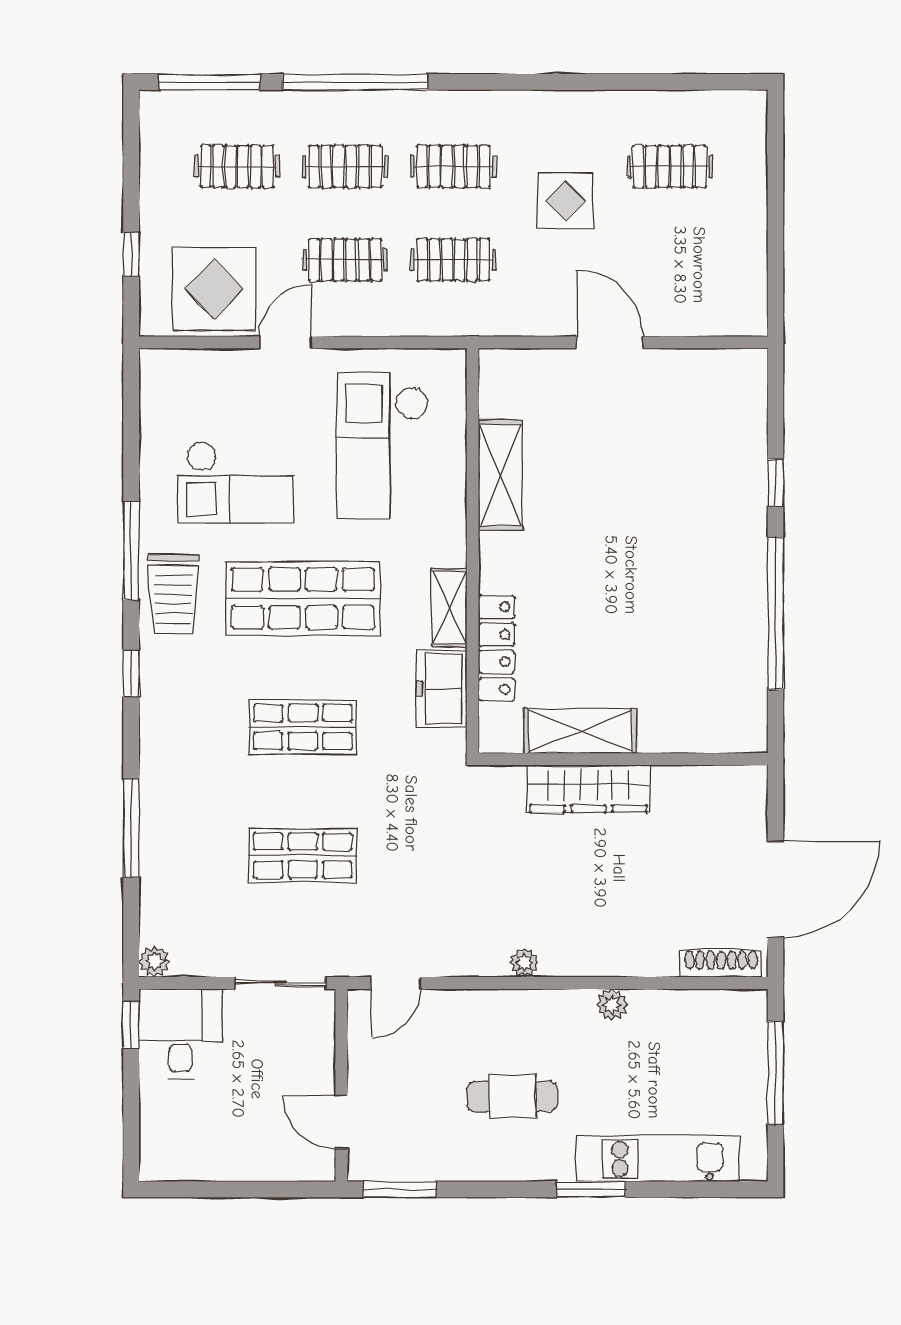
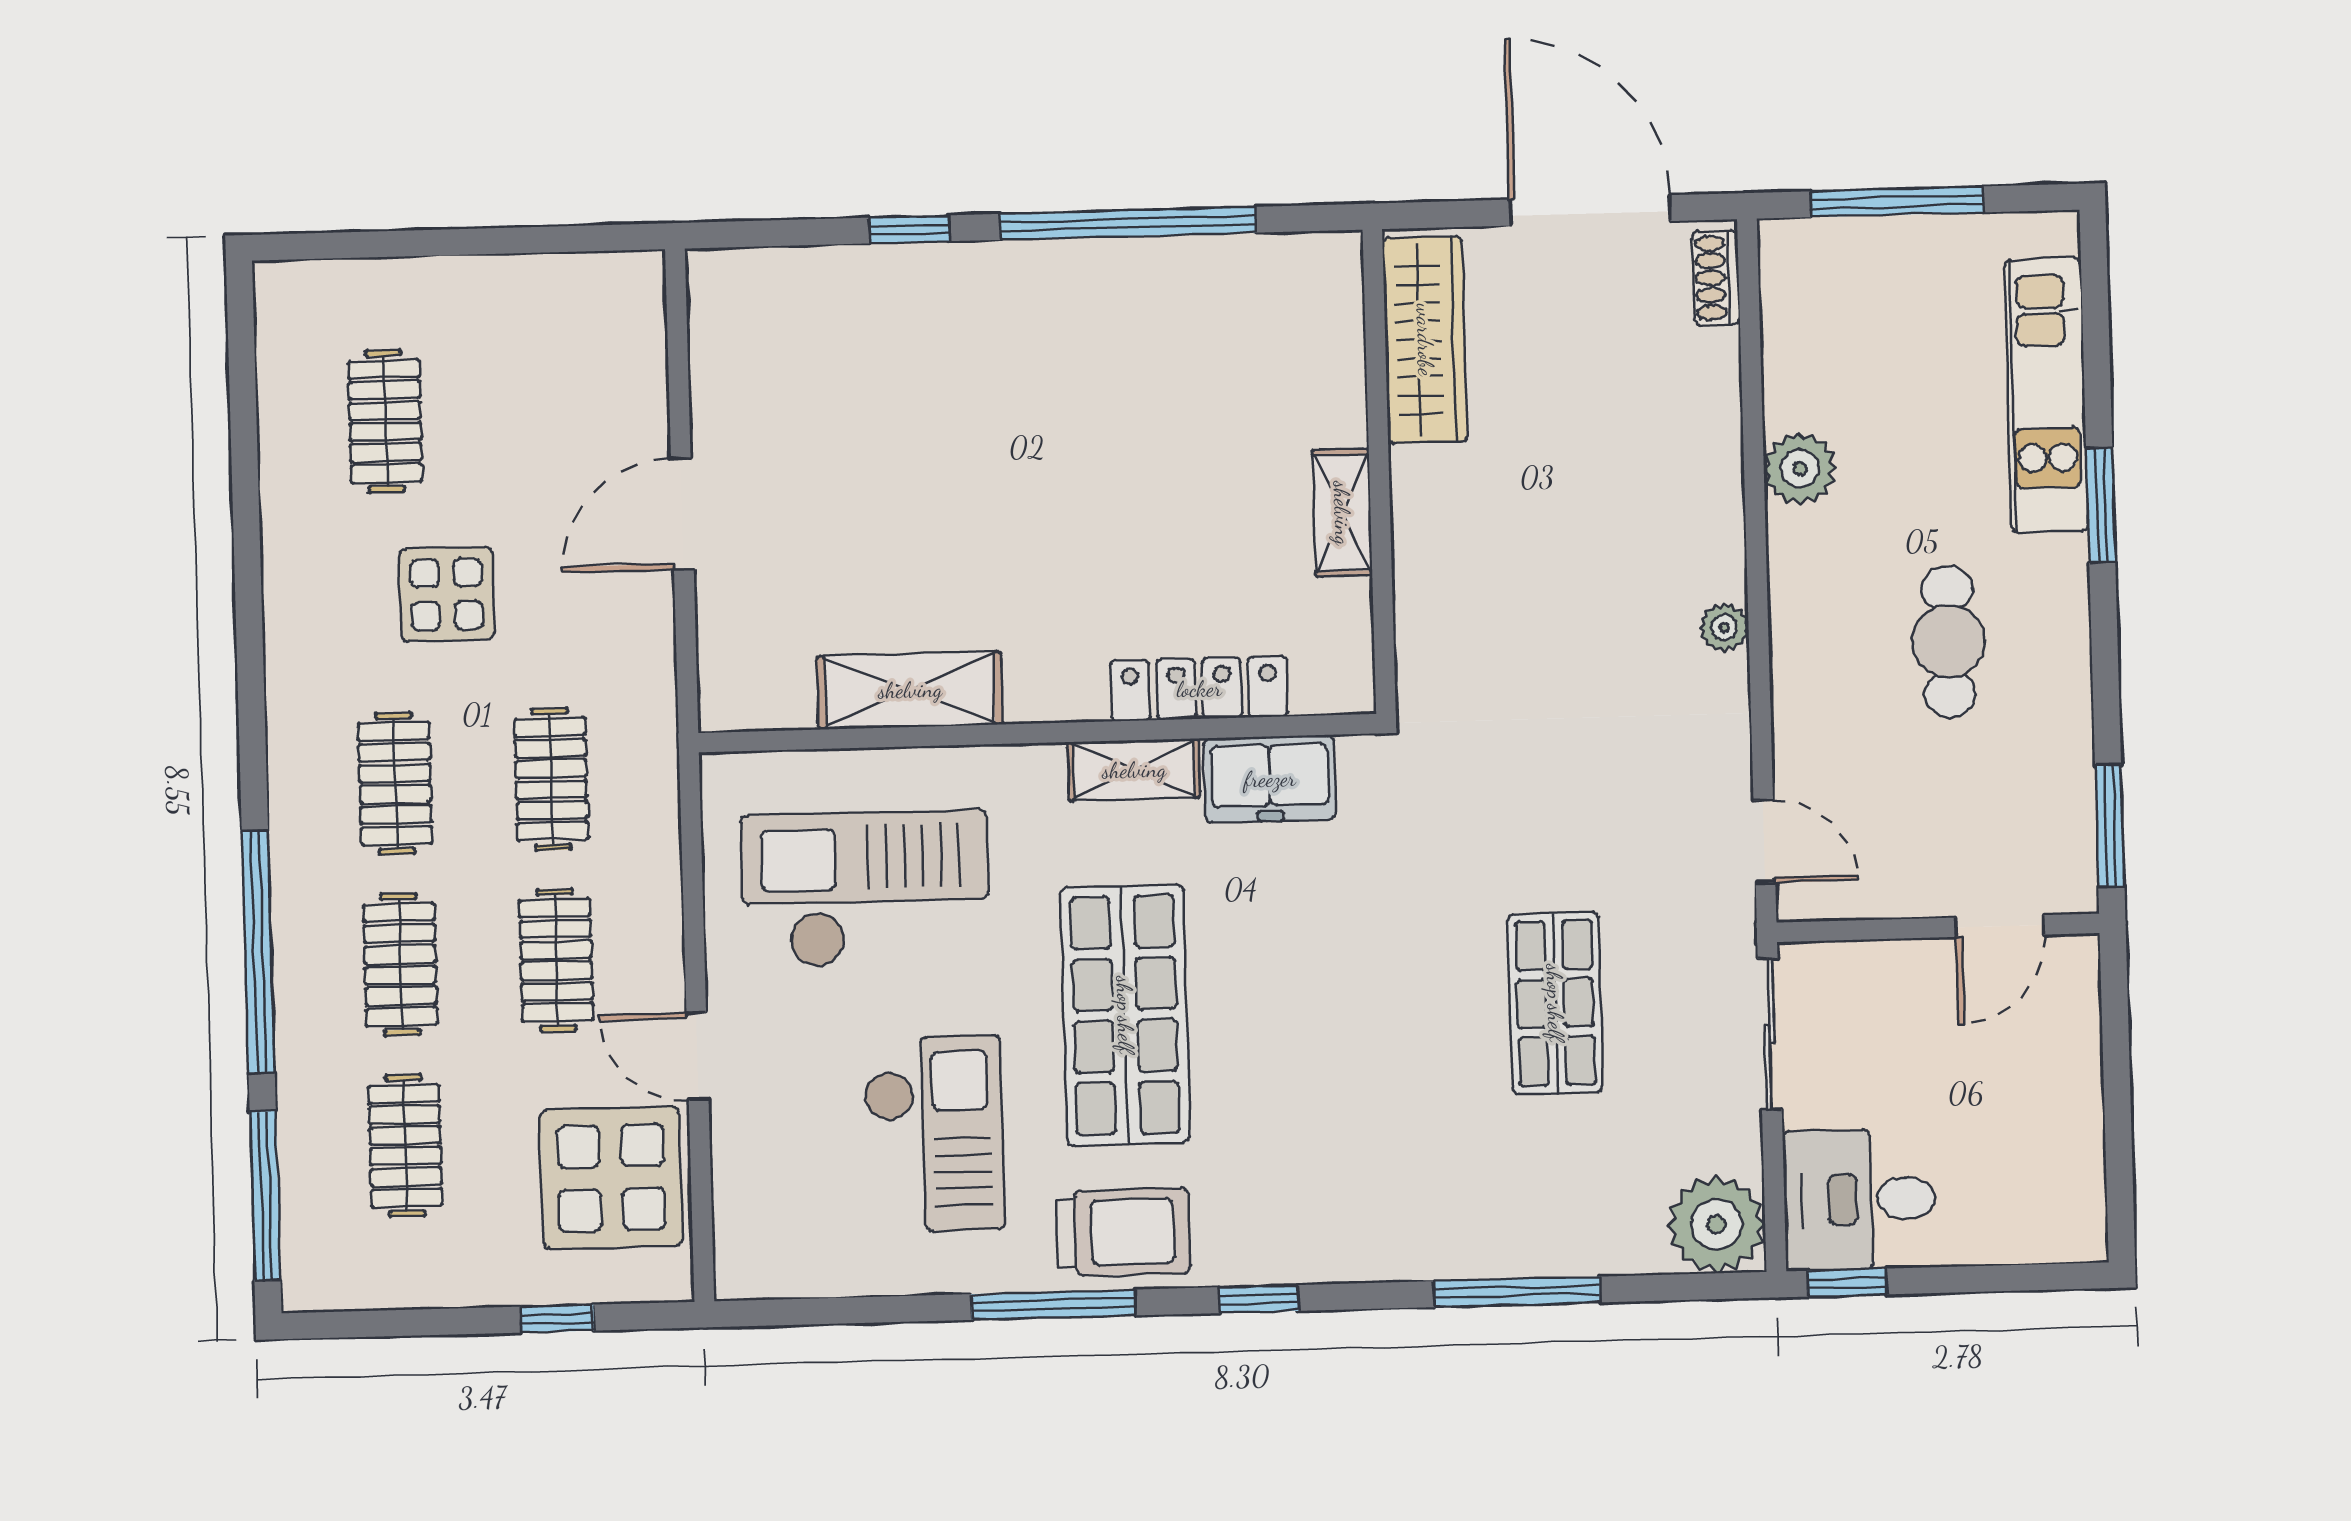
checkout: (382, 446) -> (865, 889), turned 180
shop shelf: (303, 727) -> (1340, 1009), removed
shelving: (580, 731) -> (1342, 513), width x0.67, depth x0.75
wardrobe: (588, 789) -> (1425, 340), moved
plant: (154, 962) -> (1716, 1224), width x1.88, depth x1.88
shoe rack: (721, 964) -> (1716, 278), width x0.70
plant: (612, 1004) -> (1800, 469), width x1.38, depth x1.38

